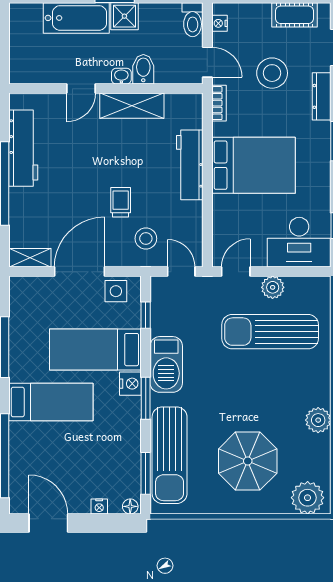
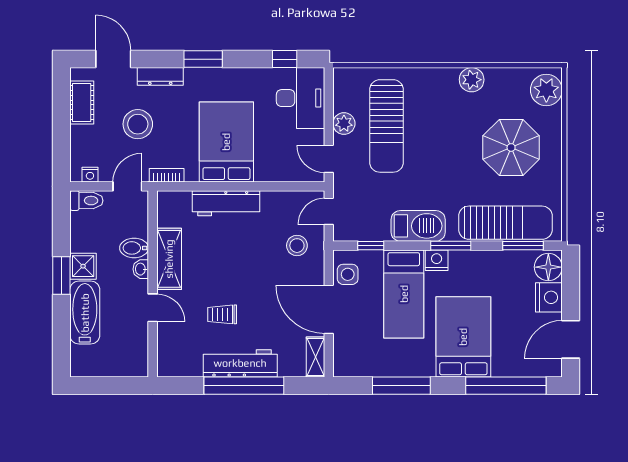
workbench: (23, 148) -> (240, 363), moved
trolley: (121, 202) -> (222, 314), moved
bed: (51, 402) -> (463, 337), width x1.50
nightstand: (99, 506) -> (549, 297), width x1.89, depth x1.79
floor lamp: (130, 506) -> (548, 267), width x1.89, depth x1.89

